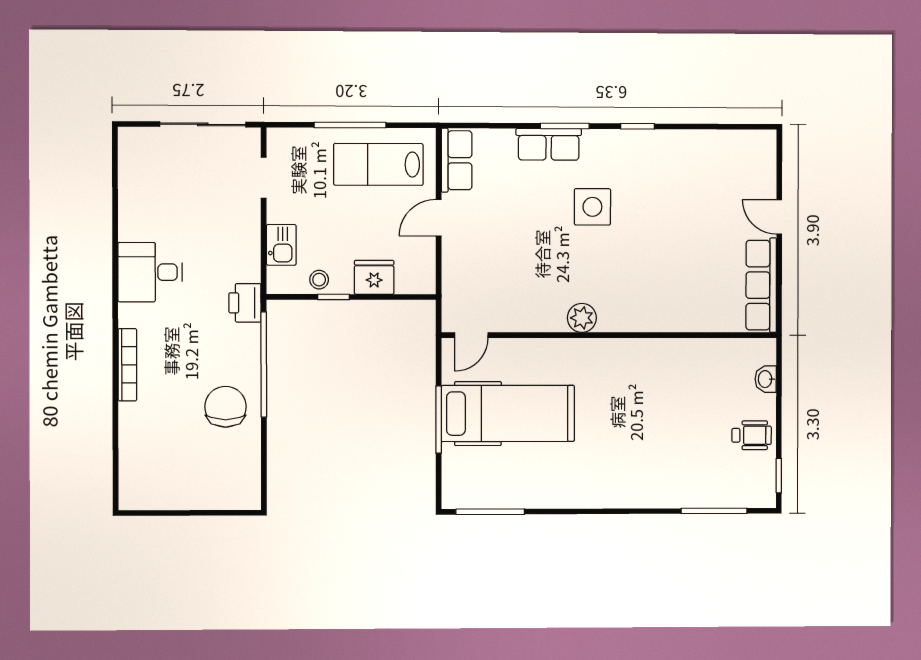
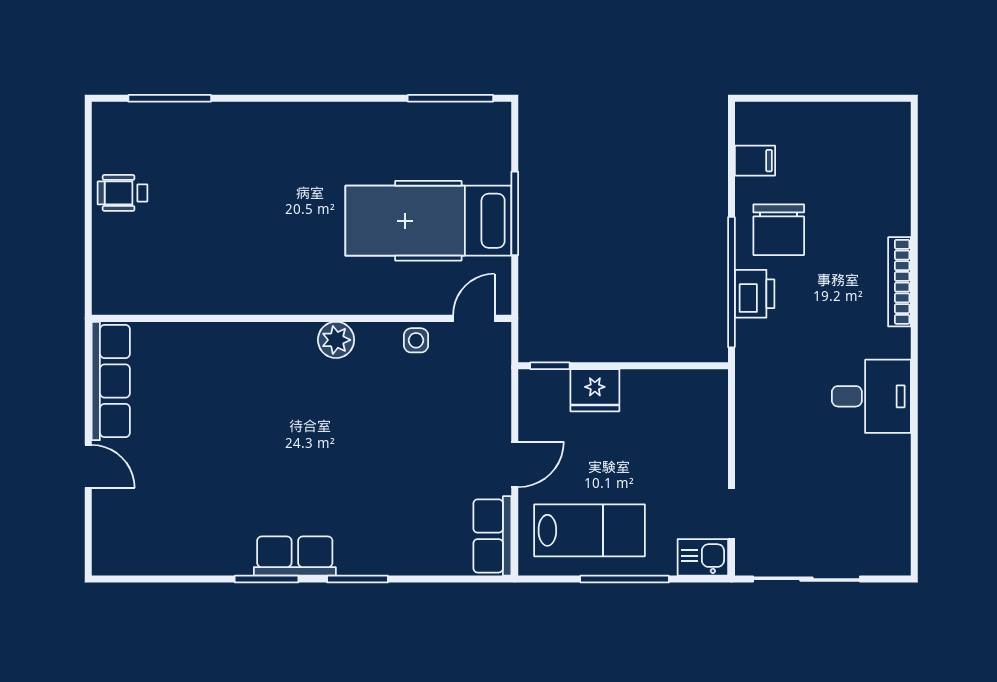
window: (637, 126) -> (267, 579), width x1.50
row of seats: (549, 144) -> (295, 556), moved
side table: (592, 207) -> (416, 340), moved, width x0.54, depth x0.54
kitchen sink: (281, 245) -> (703, 557), moved, turned 90
stool: (319, 280) -> (663, 387), removed
window: (334, 297) -> (550, 366), moved
printer: (245, 303) -> (755, 294), moved
washbasin: (766, 379) -> (105, 263), removed
filing cabinet: (245, 462) -> (755, 161), added
window: (779, 476) -> (88, 142), removed

